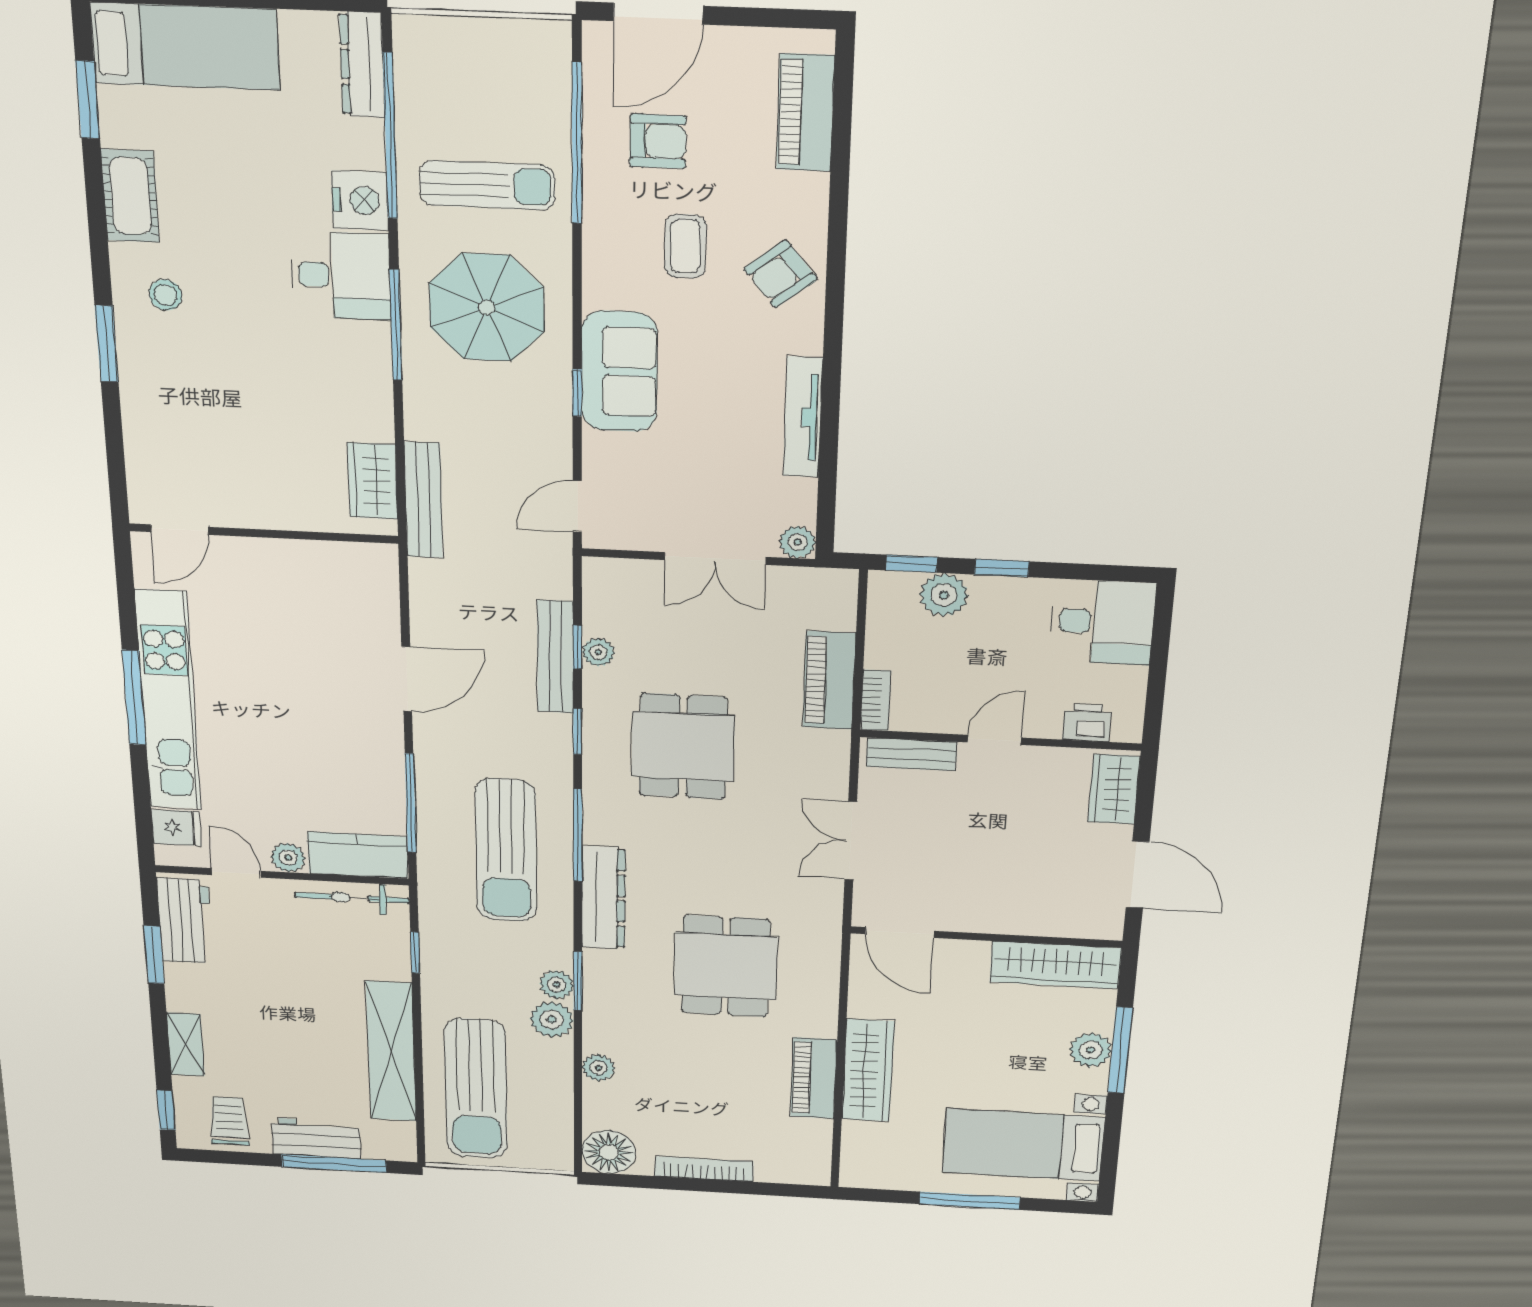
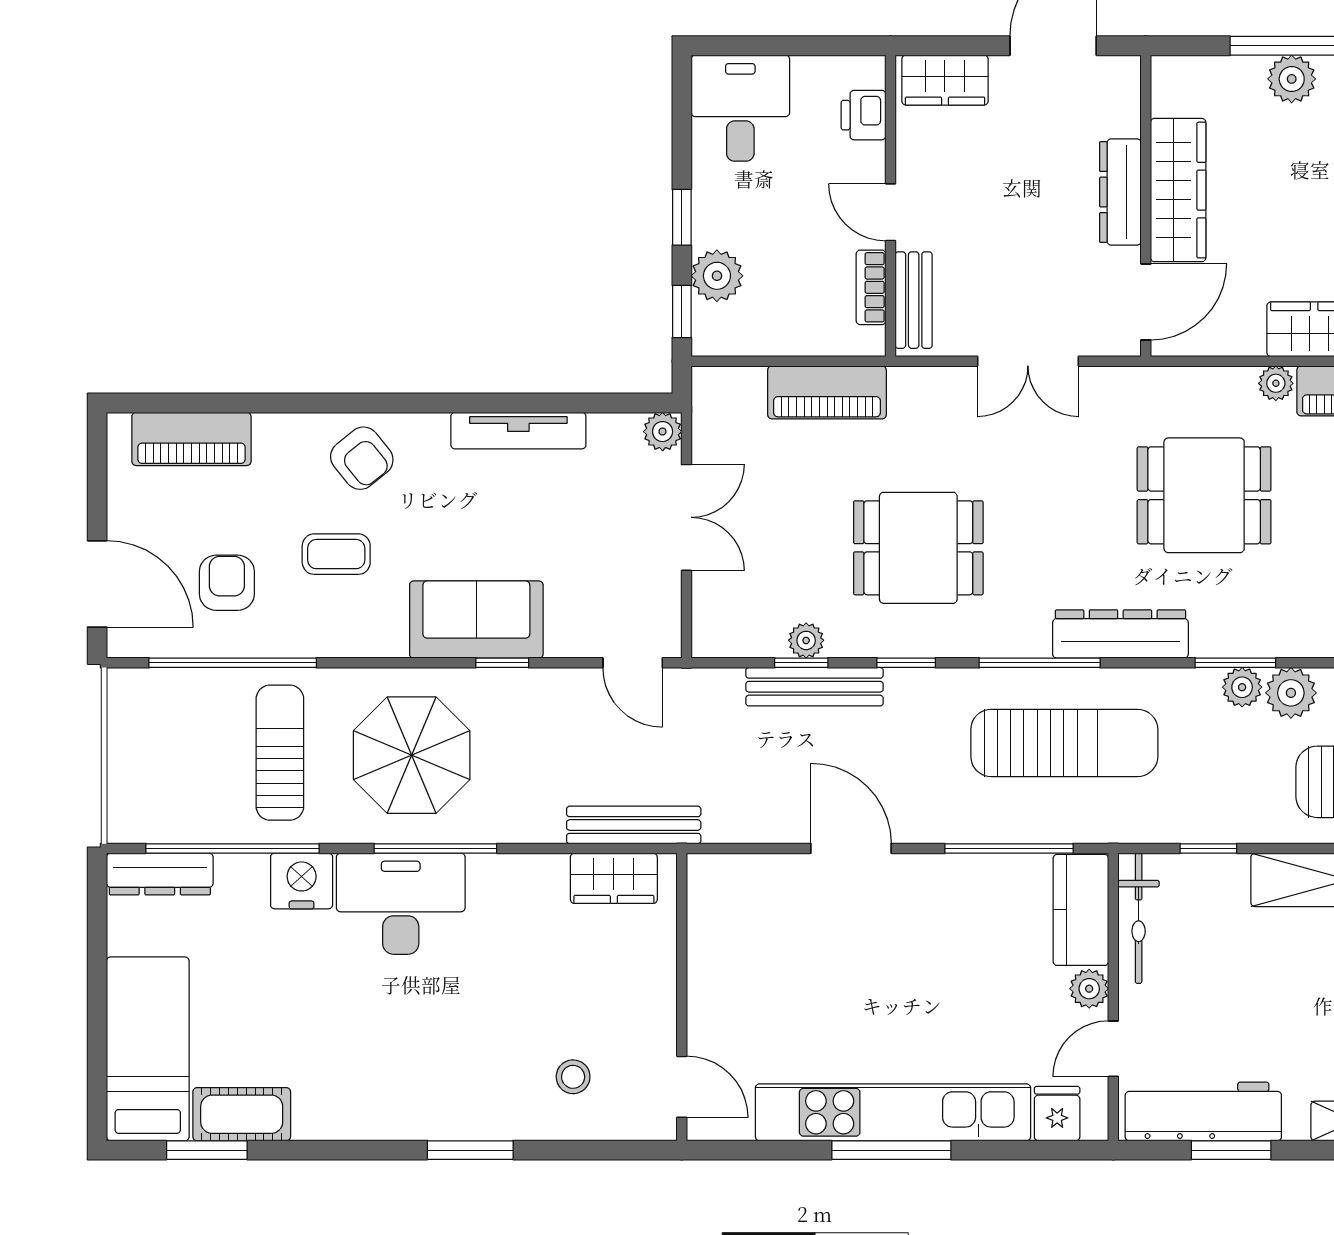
cot: (130, 196) -> (242, 1114), moved
desk: (340, 275) -> (401, 904), width x1.37
stool: (166, 295) -> (573, 1077), moved
bookcase: (876, 700) -> (871, 287), moved, turned -90
dresser: (1000, 919) -> (1120, 192), added
workbench: (185, 921) -> (1203, 1111), width x1.38
wardrobe: (1055, 965) -> (1178, 190), moved
plant: (823, 1024) -> (1276, 383), added

